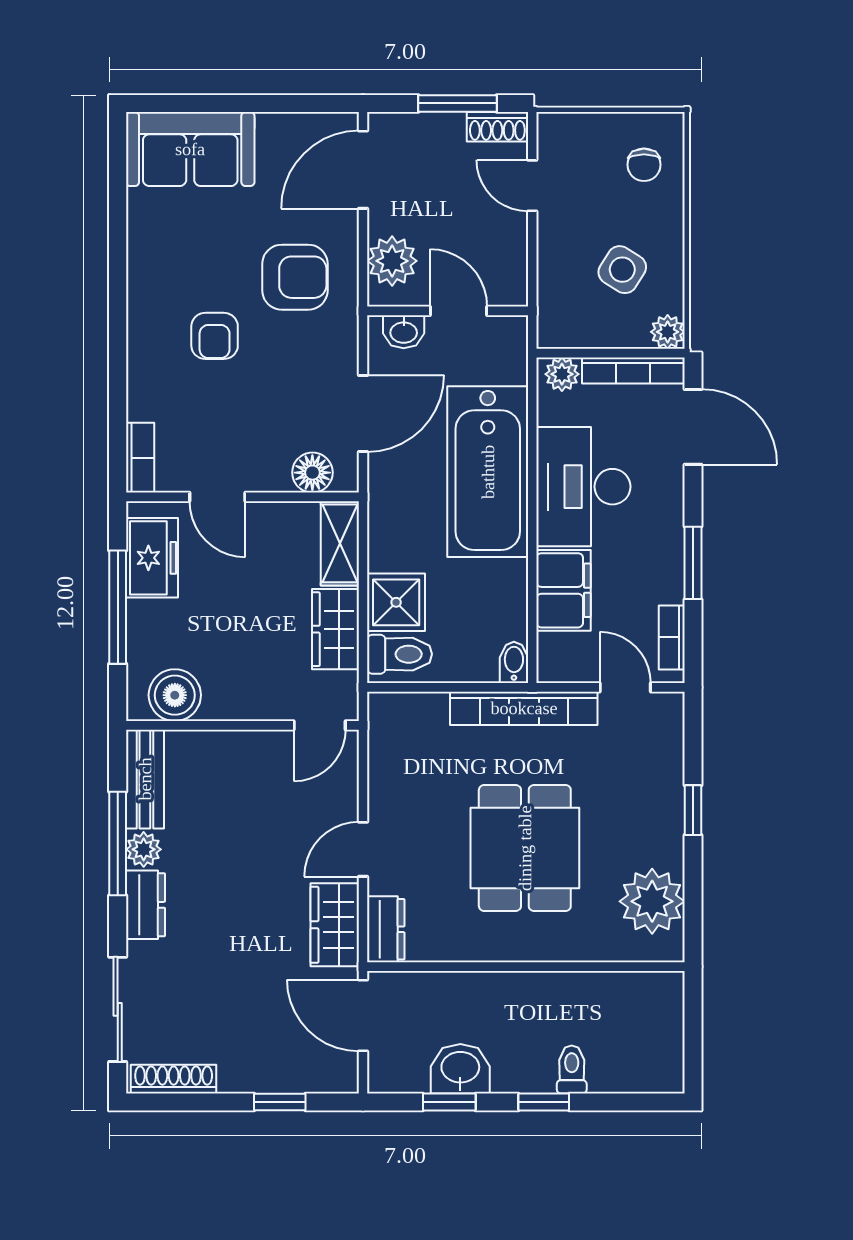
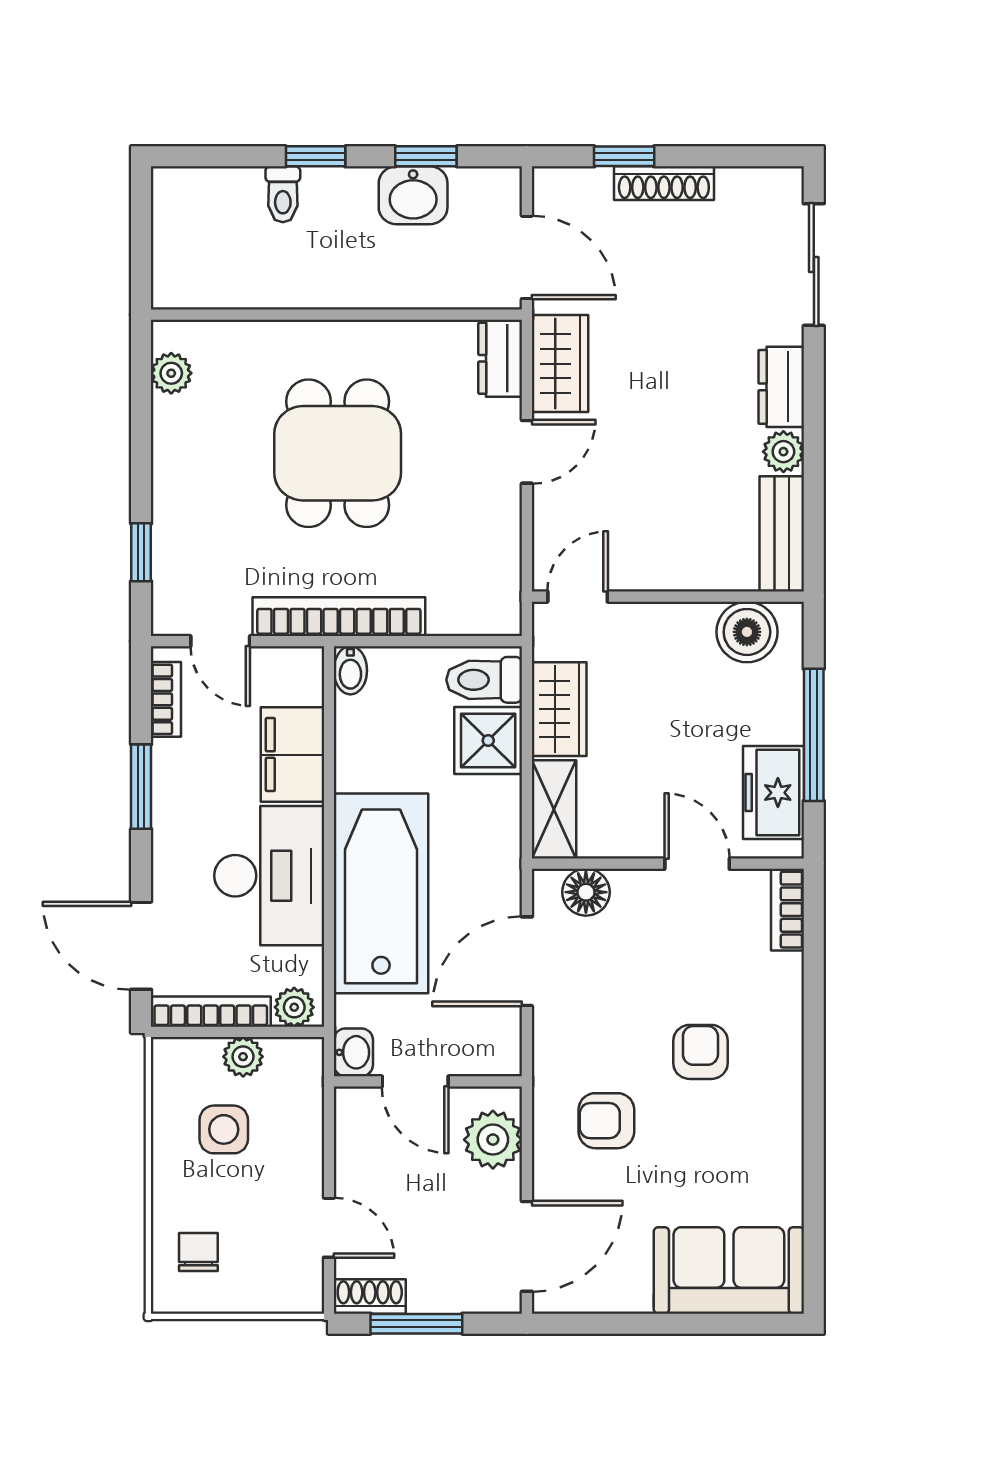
side table: (622, 270) -> (224, 1129), turned -32
armchair: (295, 277) -> (606, 1121), width x0.72, depth x0.72
washbasin: (404, 332) -> (353, 1052), moved, turned 90
plant: (668, 332) -> (243, 1057), moved
window: (693, 810) -> (141, 552), moved
window: (118, 844) -> (814, 458), removed
plant: (652, 901) -> (171, 373), width x0.53, depth x0.53
shoe rack: (174, 1079) -> (664, 183), moved

